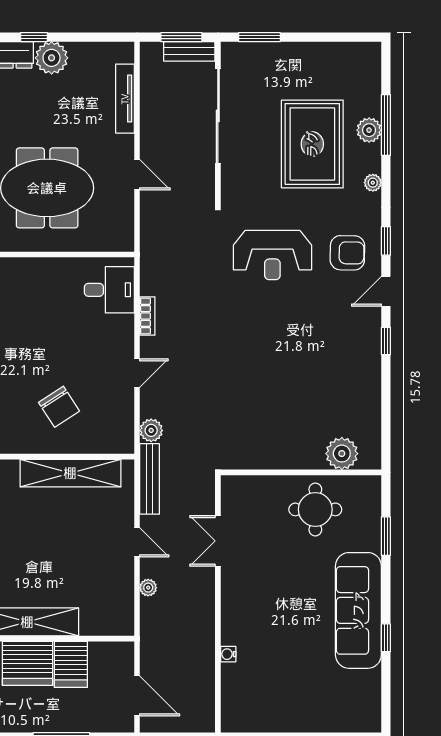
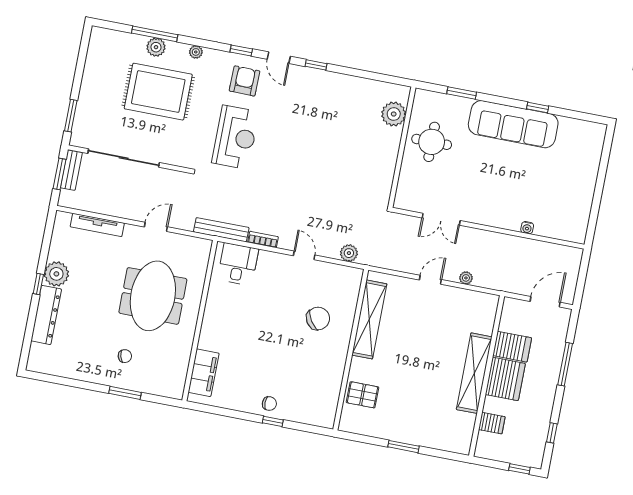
bench: (150, 479) -> (221, 230), moved

